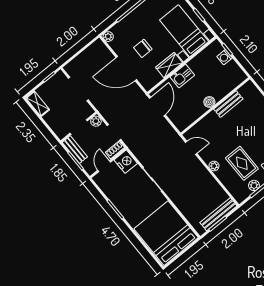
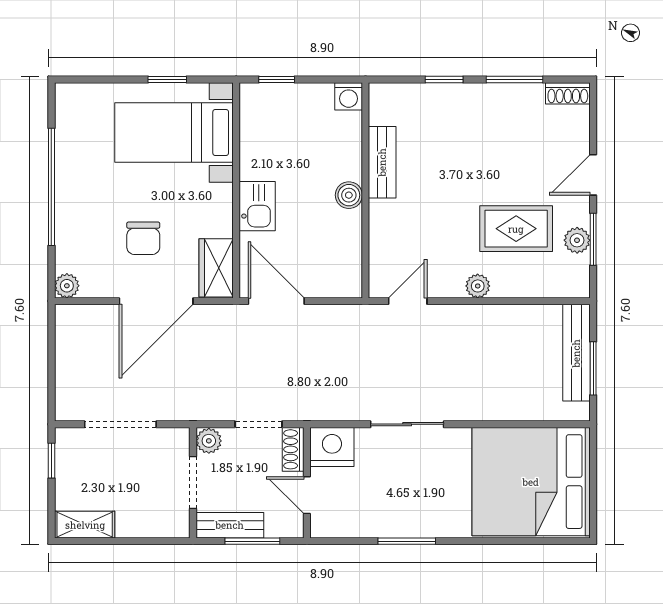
washing machine: (225, 57) -> (349, 96), moved
wardrobe: (169, 65) -> (216, 268), moved

